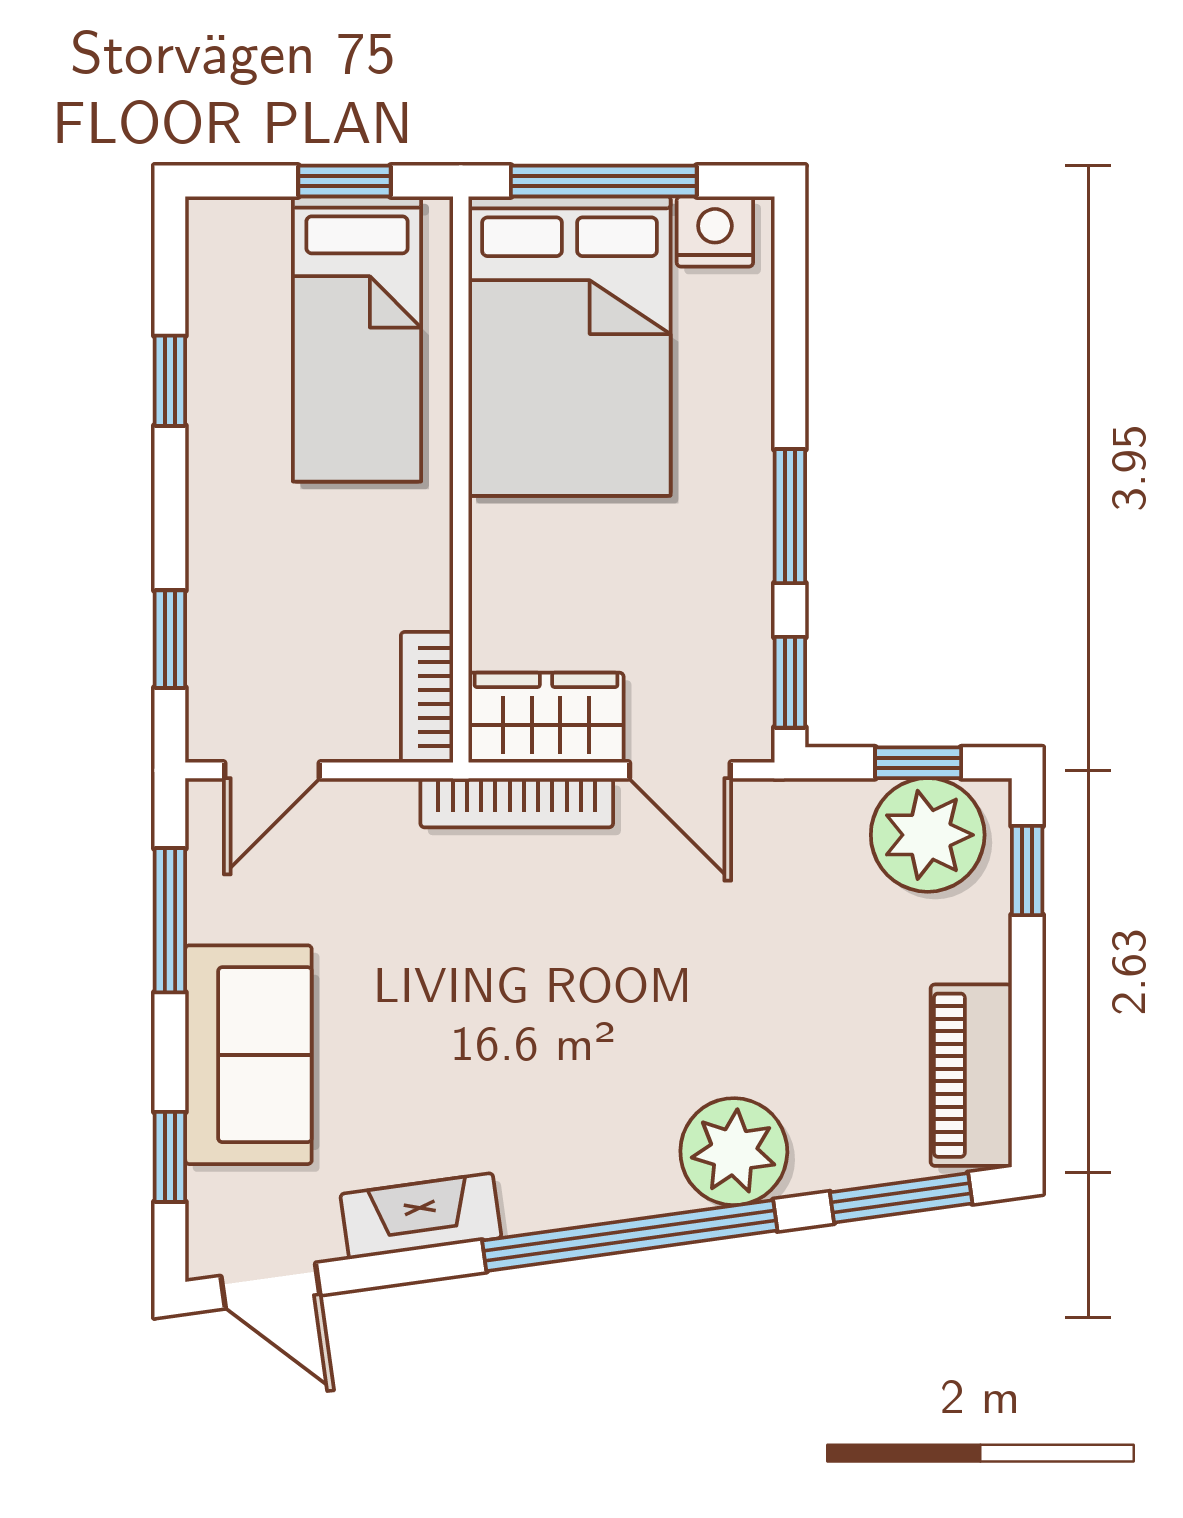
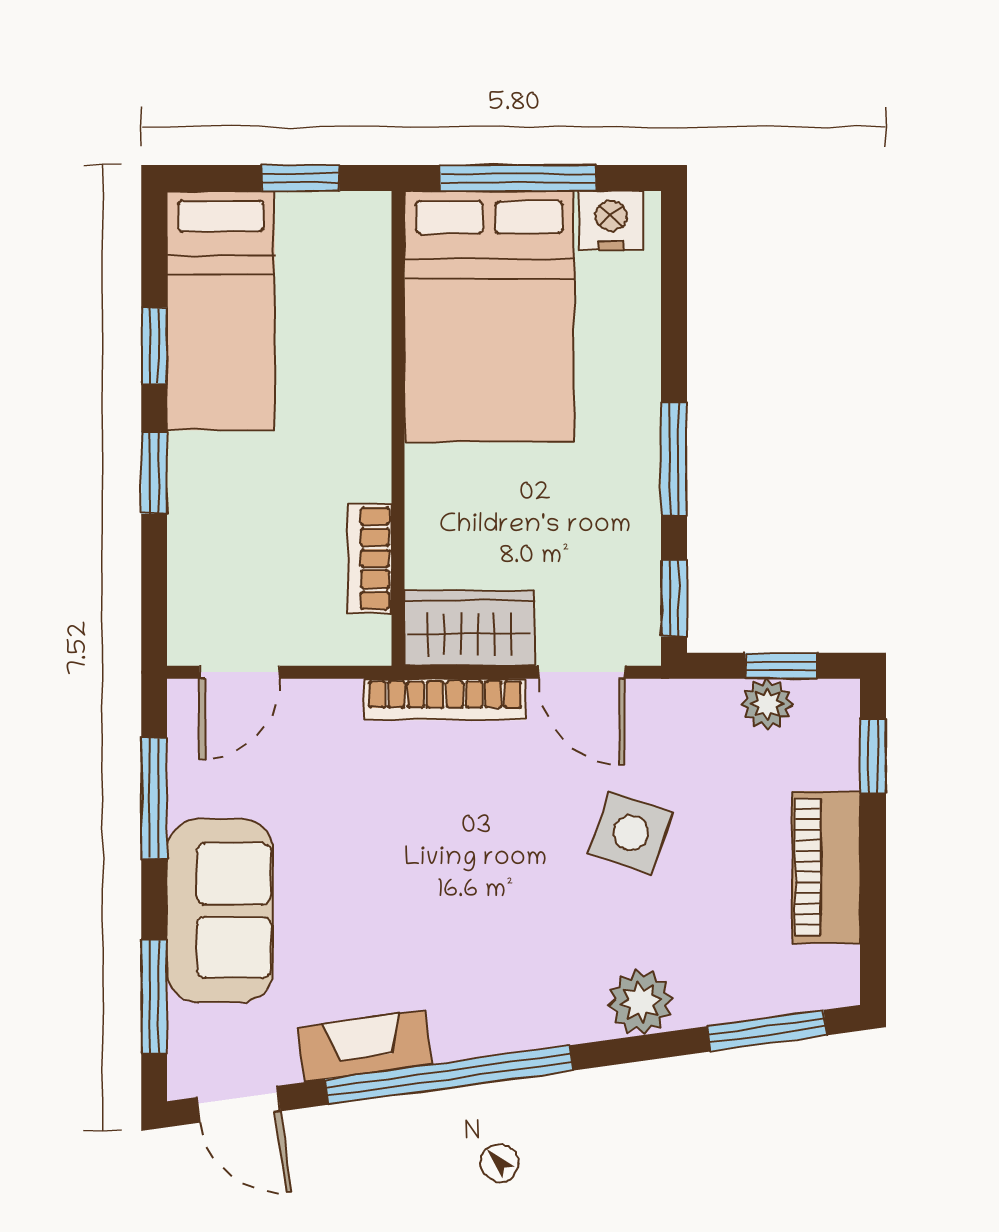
bed: (357, 339) -> (221, 310), moved
window: (170, 639) -> (154, 473), moved
bookcase: (427, 697) -> (370, 558), moved
plant: (928, 835) -> (767, 704), width x0.53, depth x0.53
side table: (738, 962) -> (631, 833), added
piano: (971, 1075) -> (826, 867), moved
plant: (734, 1152) -> (640, 1002), width x0.73, depth x0.73
window: (170, 1157) -> (154, 996), width x1.50
window: (630, 1236) -> (449, 1075), moved

